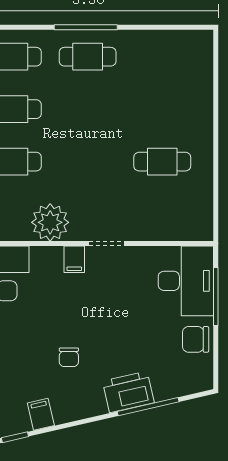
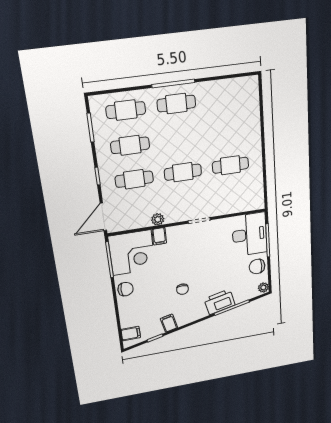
cafe table: (88, 162) -> (183, 172), added
plant: (50, 222) -> (158, 219), width x0.53, depth x0.53
filing cabinet: (74, 259) -> (159, 236), moved
plant: (204, 380) -> (263, 288), added

